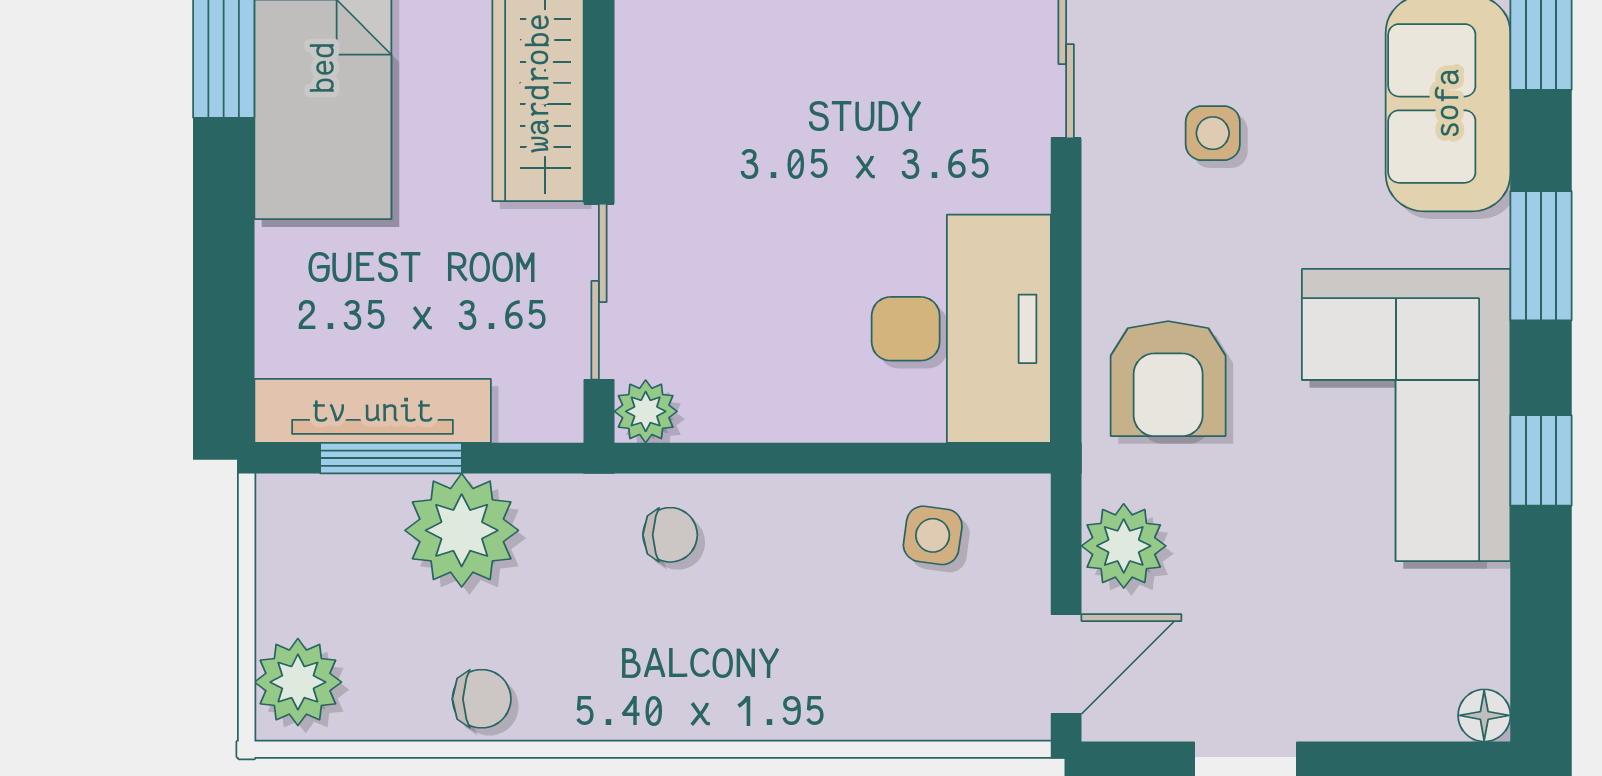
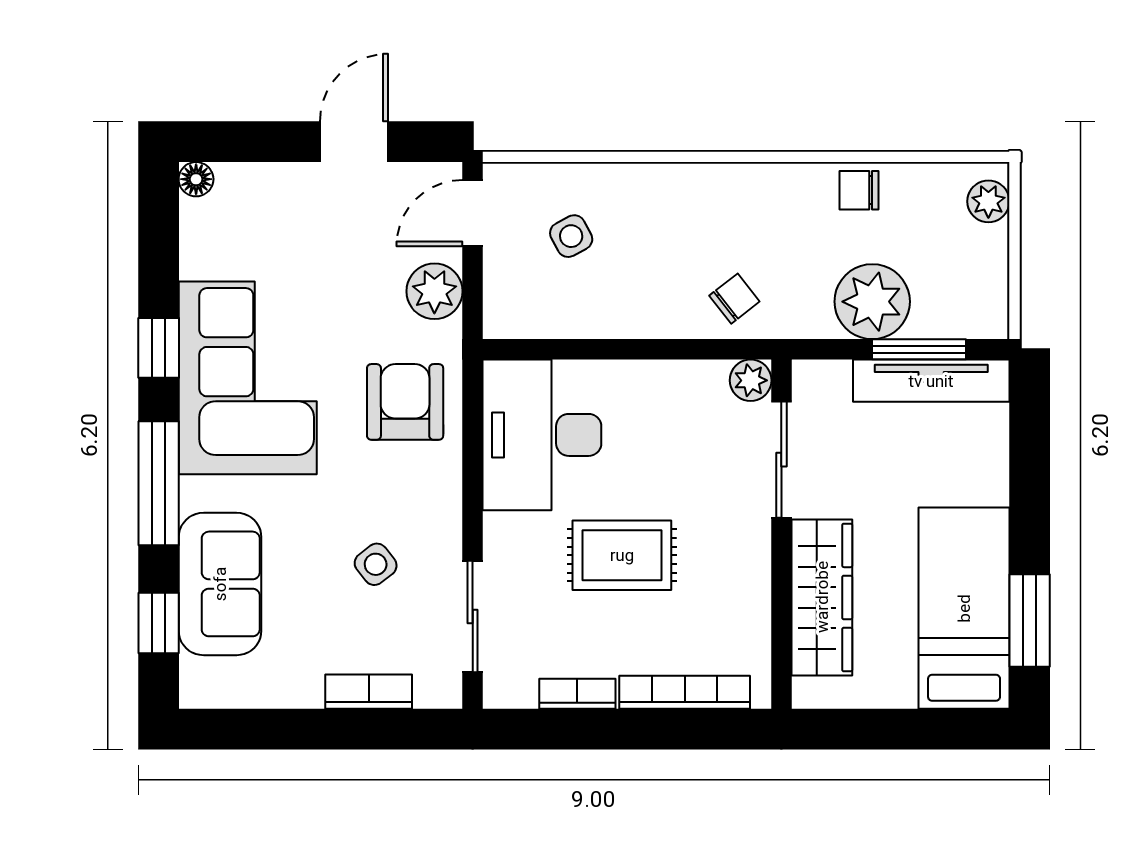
side table: (1213, 133) -> (376, 564), turned -38
rug: (840, 147) -> (622, 555), added
window: (1541, 256) -> (159, 483), width x1.44
chair: (670, 535) -> (734, 299), turned 142
side table: (933, 535) -> (571, 236), moved, turned -36
plant: (298, 682) -> (988, 201), width x0.73, depth x0.73

